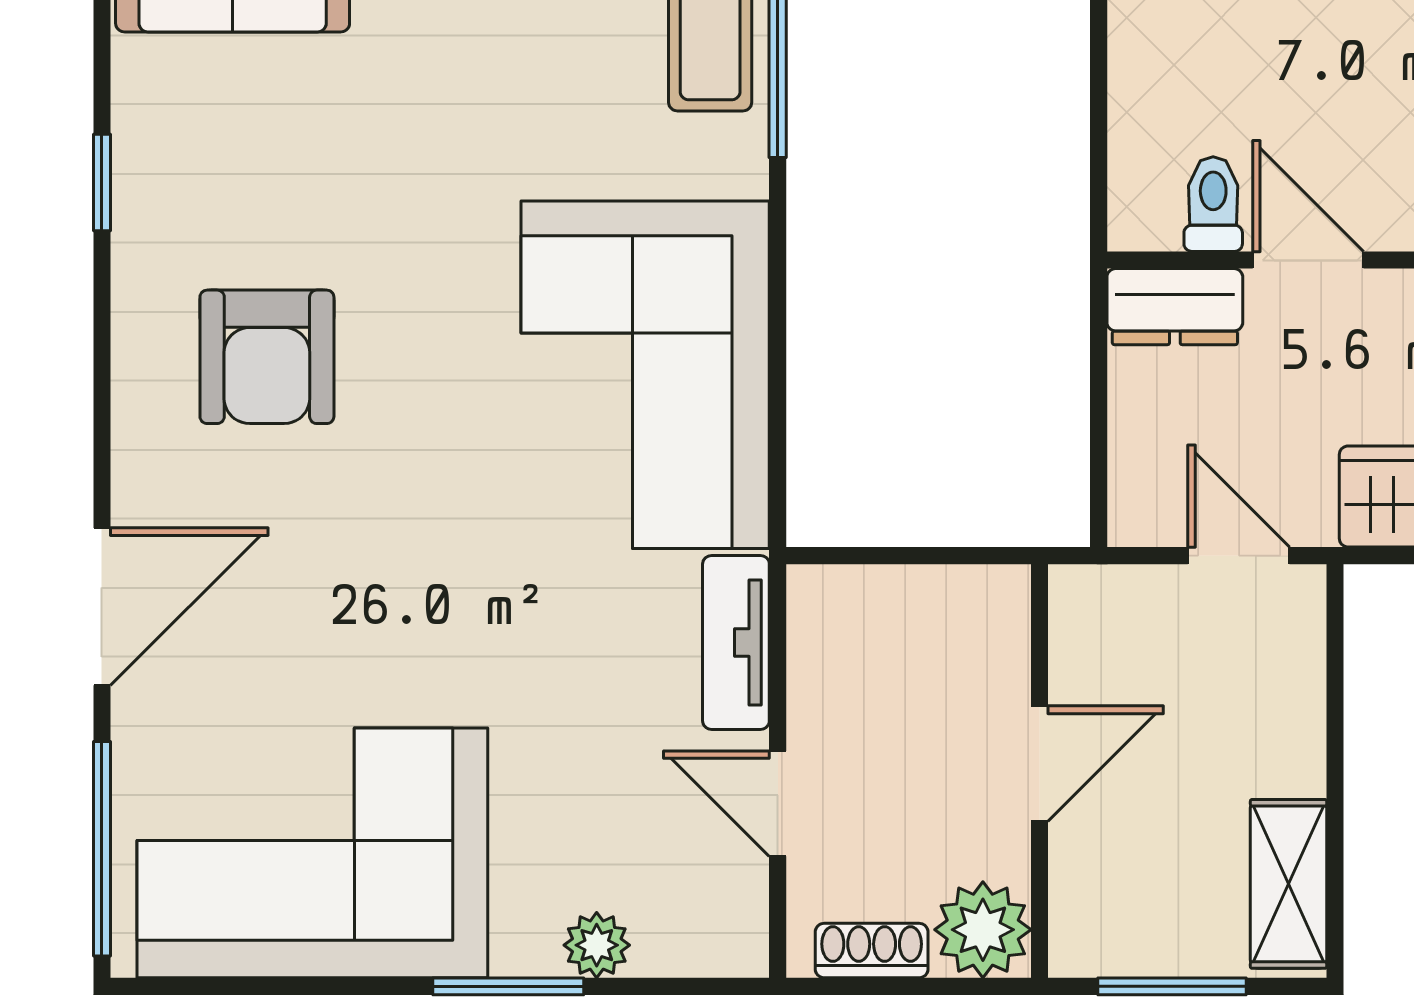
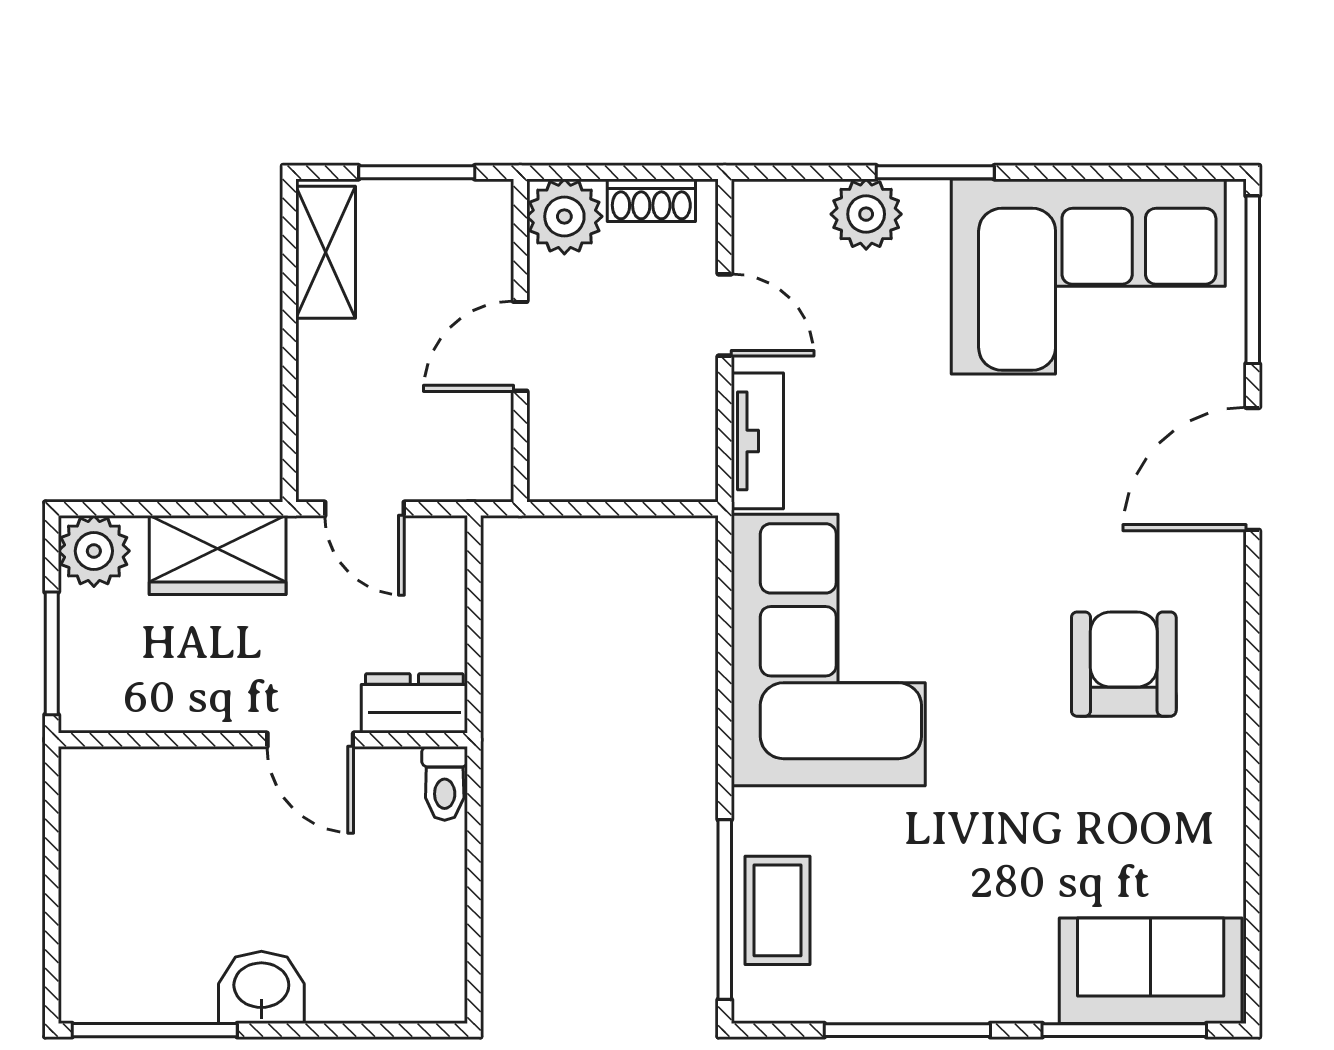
window: (102, 182) -> (1253, 800), removed
toilet: (1213, 204) -> (445, 783), moved
plant: (597, 945) -> (866, 214), width x1.38, depth x1.38

